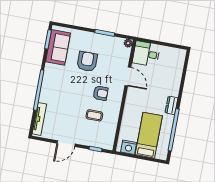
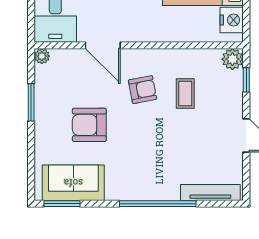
door: (128, 76) -> (103, 45), swing flipped
armchair: (101, 93) -> (143, 90), turned 79
plant: (108, 144) -> (232, 59), added

